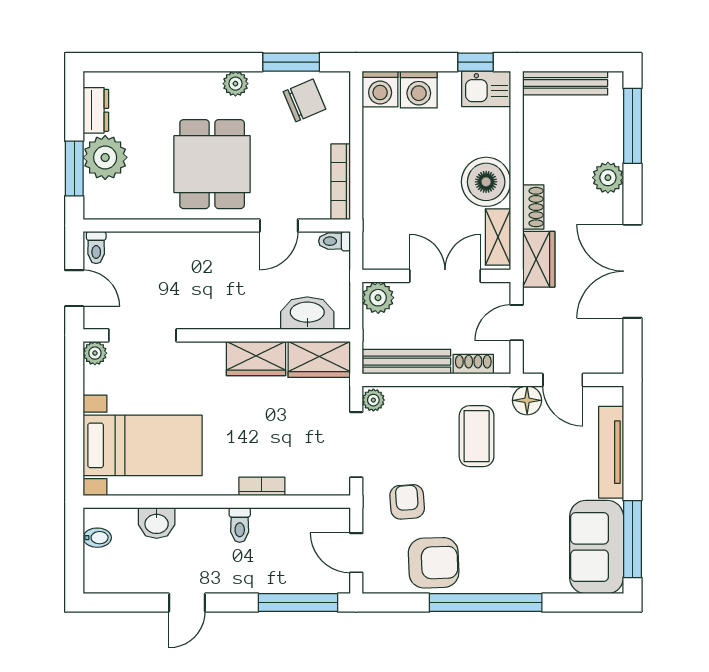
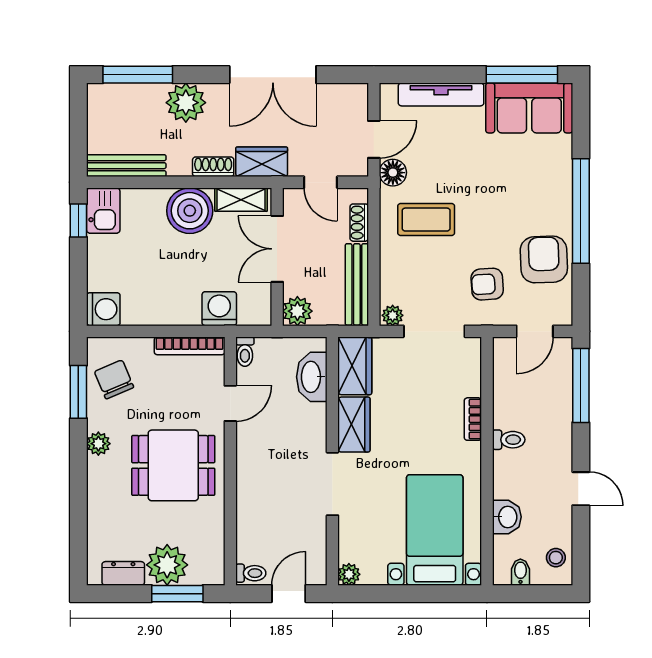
bench: (565, 83) -> (126, 166), moved, turned 90
washing machine: (419, 89) -> (219, 309), moved, turned -90
plant: (608, 178) -> (186, 103), width x1.36, depth x1.36
door: (279, 225) -> (230, 403), hinge flipped
doorway: (142, 335) -> (332, 484), moved
stool: (113, 576) -> (556, 558), added

